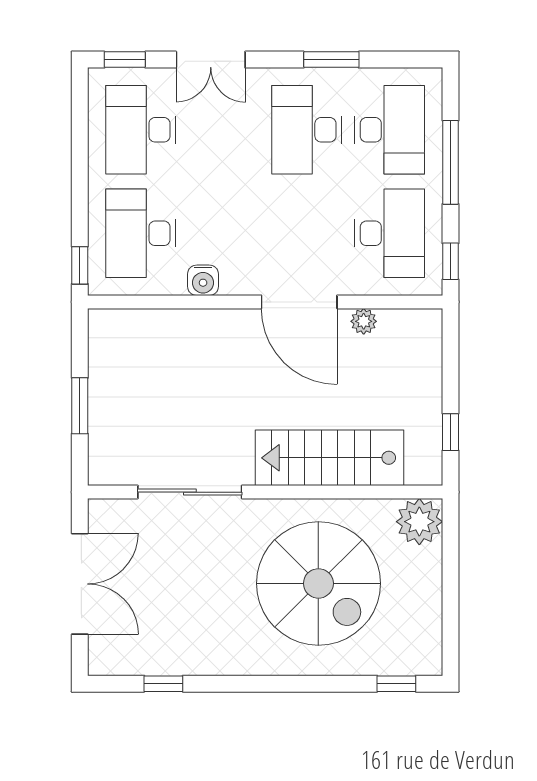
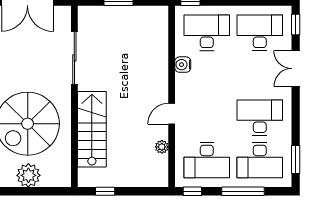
window: (331, 60) -> (296, 160), moved
door: (299, 302) -> (172, 114), width x0.53
plant: (419, 522) -> (28, 175), moved

